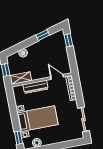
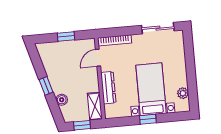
window: (43, 35) -> (46, 86), moved
window: (68, 40) -> (66, 36), moved
window: (19, 138) -> (148, 119), moved

